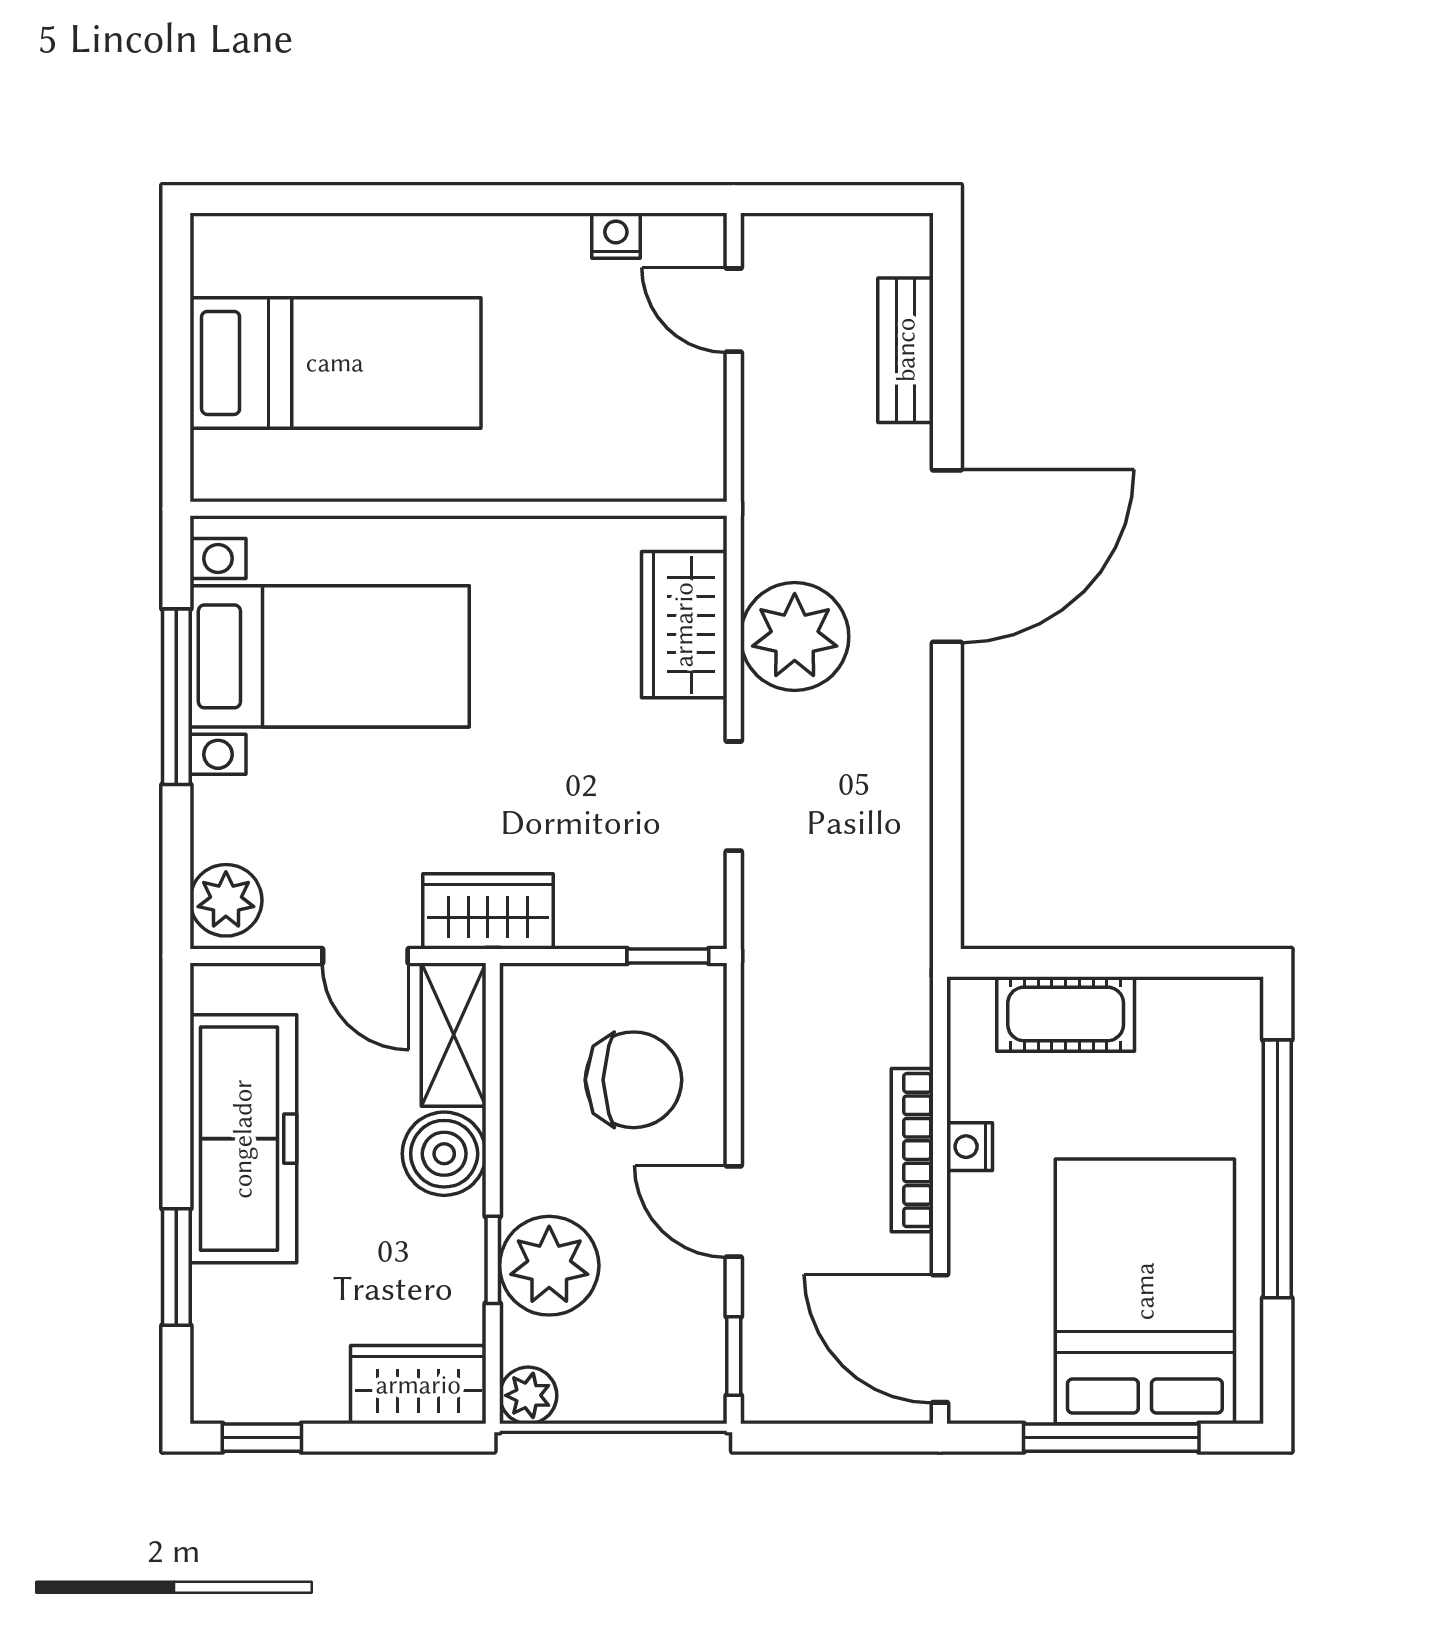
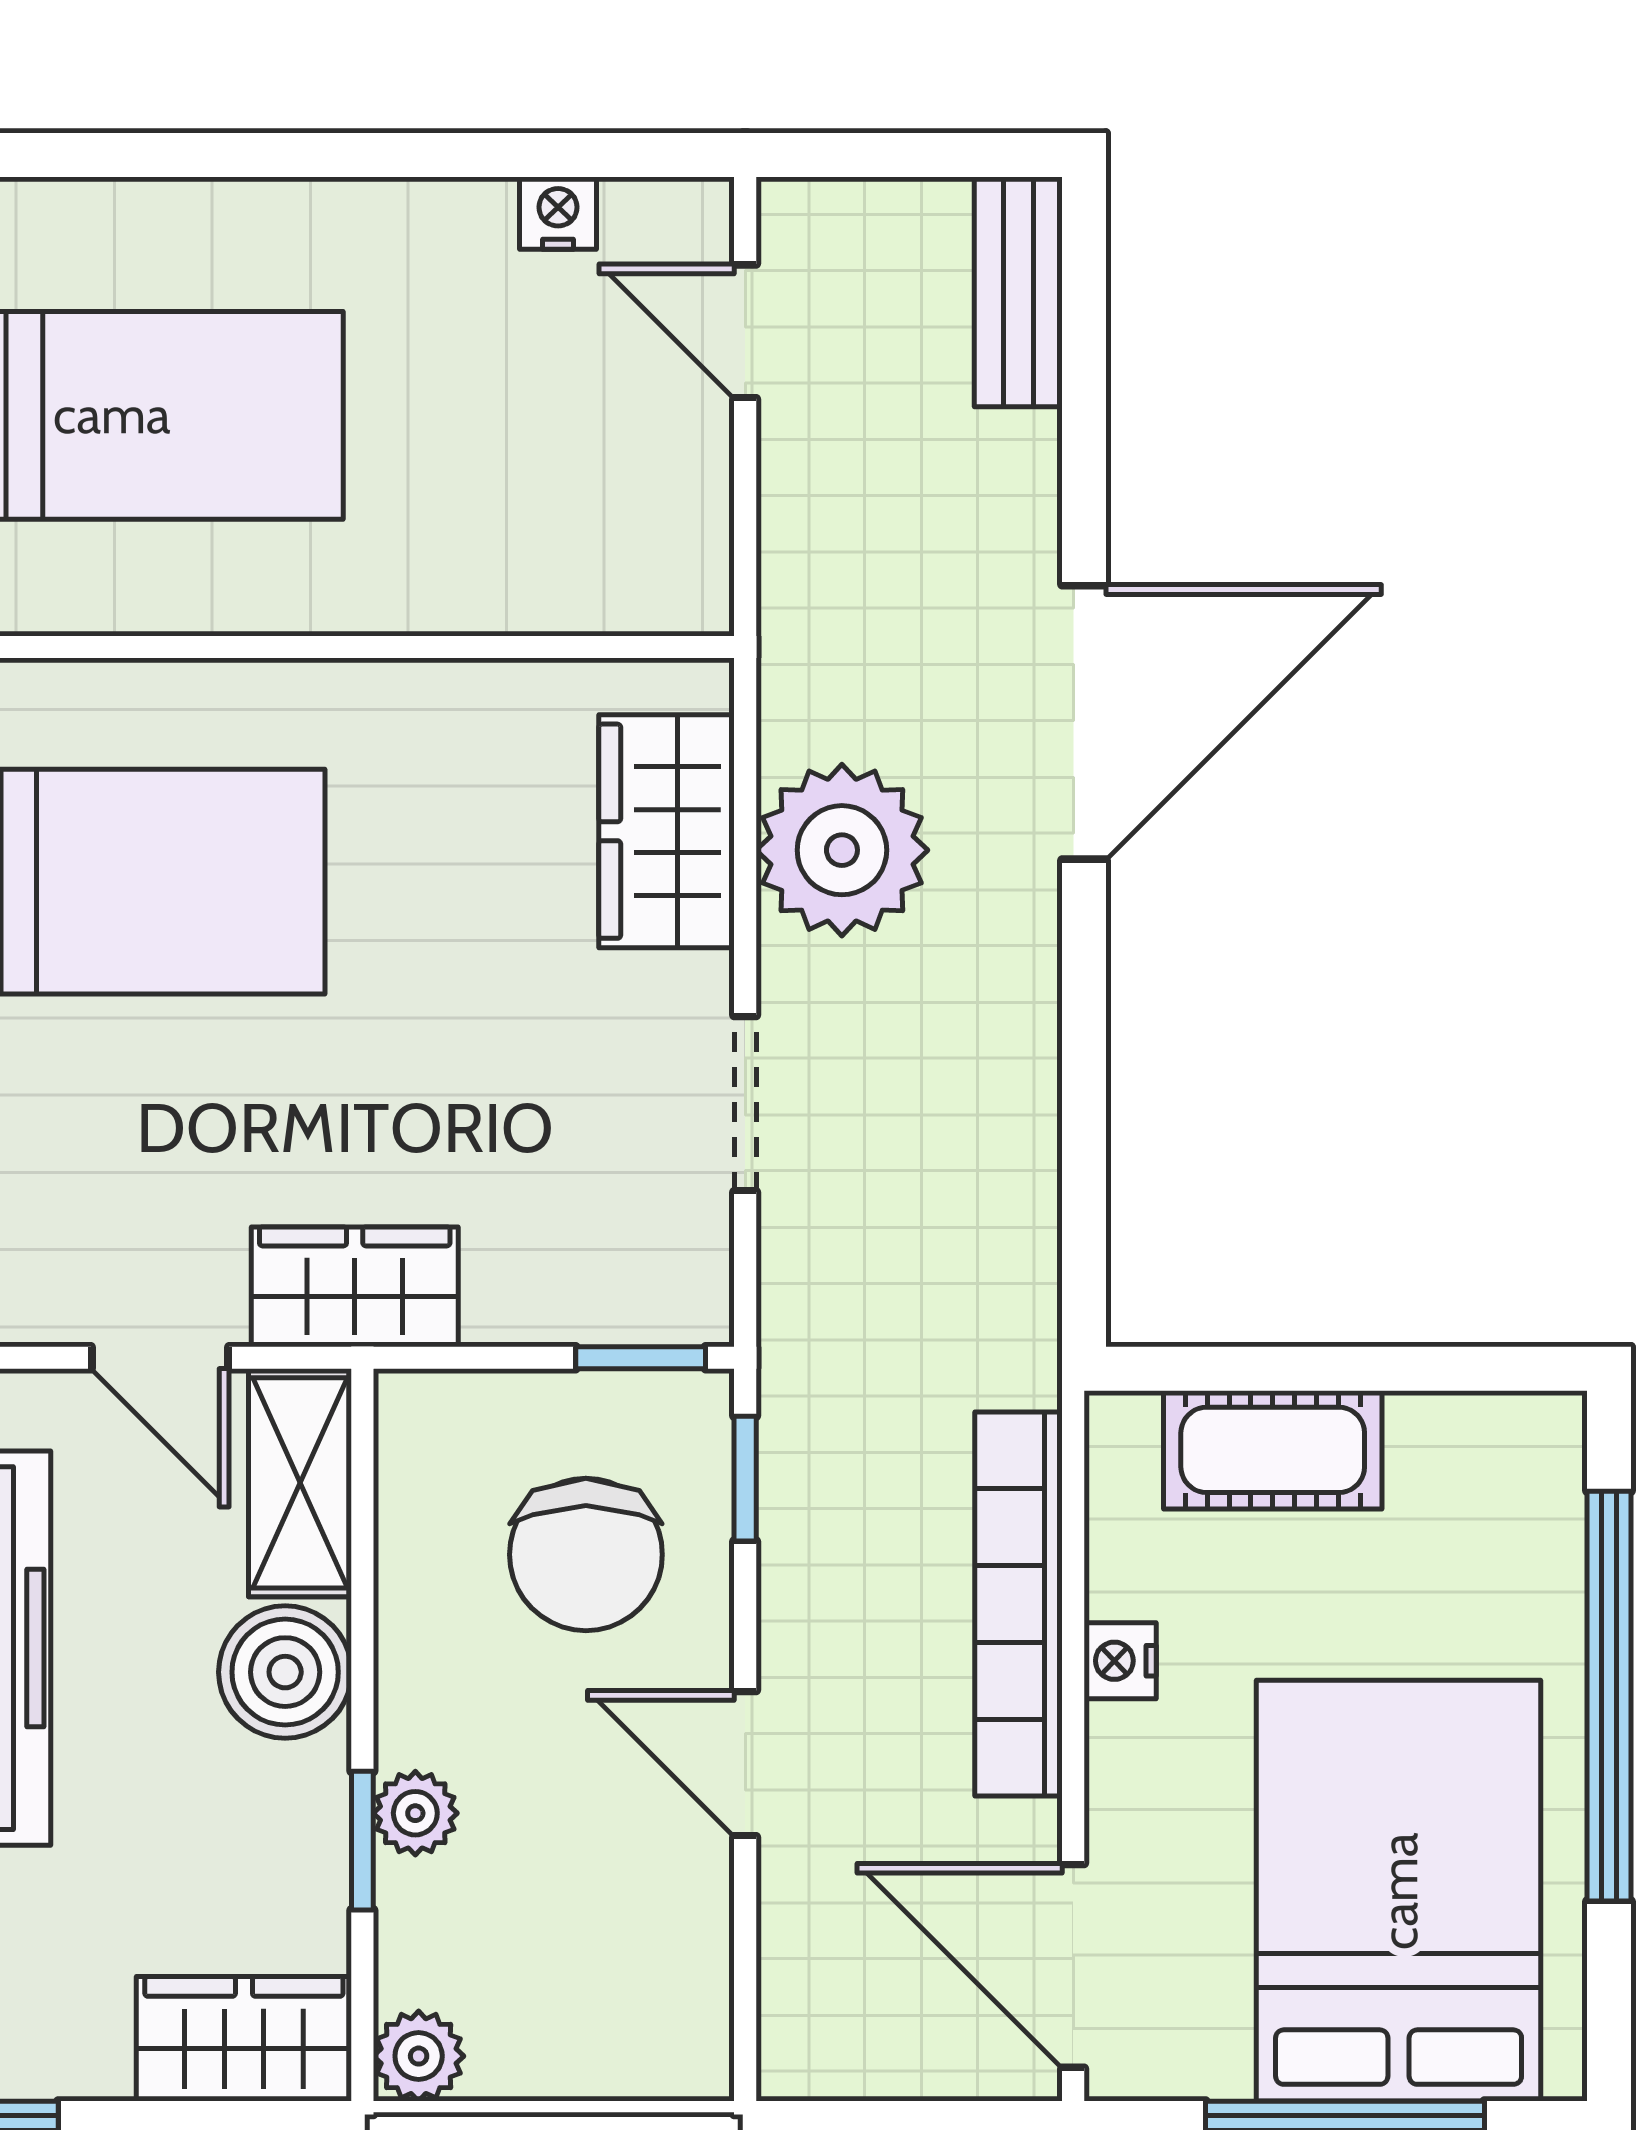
bench: (906, 350) -> (1018, 292), moved
chair: (634, 1080) -> (586, 1555), turned 90
bookcase: (912, 1150) -> (1019, 1604), width x1.48, depth x1.31
plant: (549, 1266) -> (415, 1813), width x0.53, depth x0.53
window: (734, 1356) -> (745, 1479), moved

